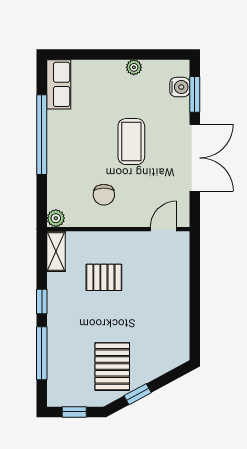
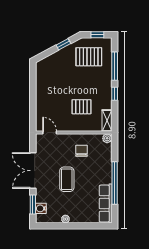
row of seats: (59, 84) -> (106, 204), width x1.48
door: (164, 229) -> (50, 133), swing flipped
pallet: (112, 366) -> (89, 57), moved, turned 90

